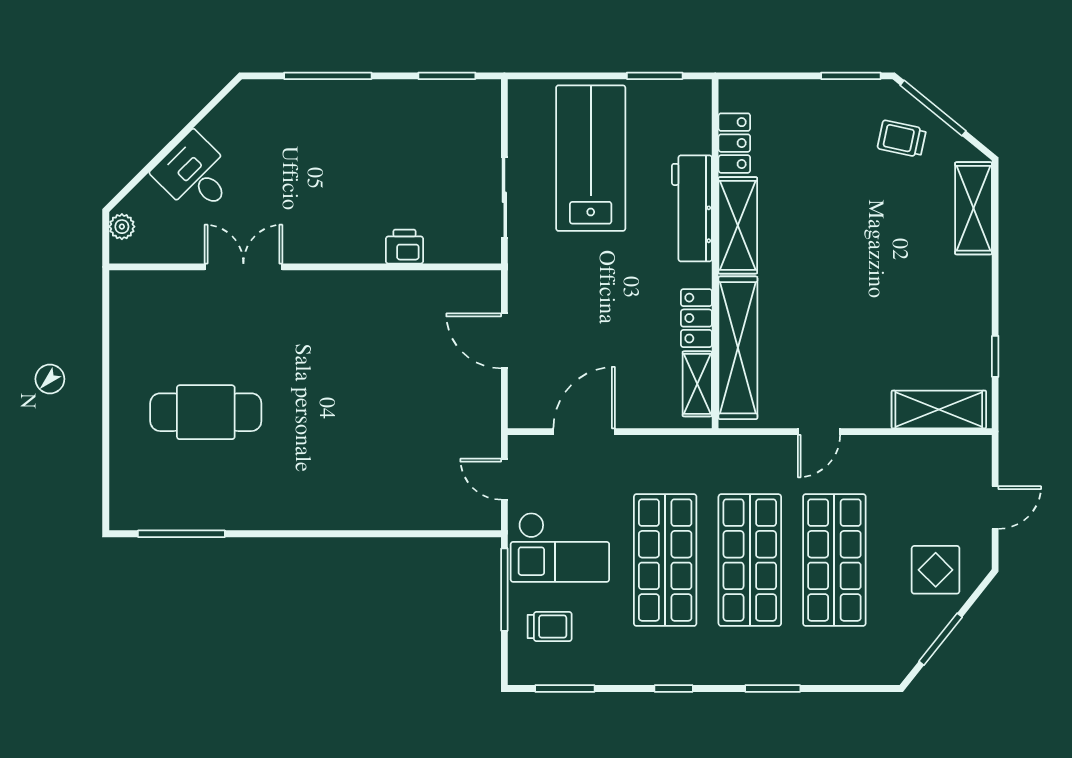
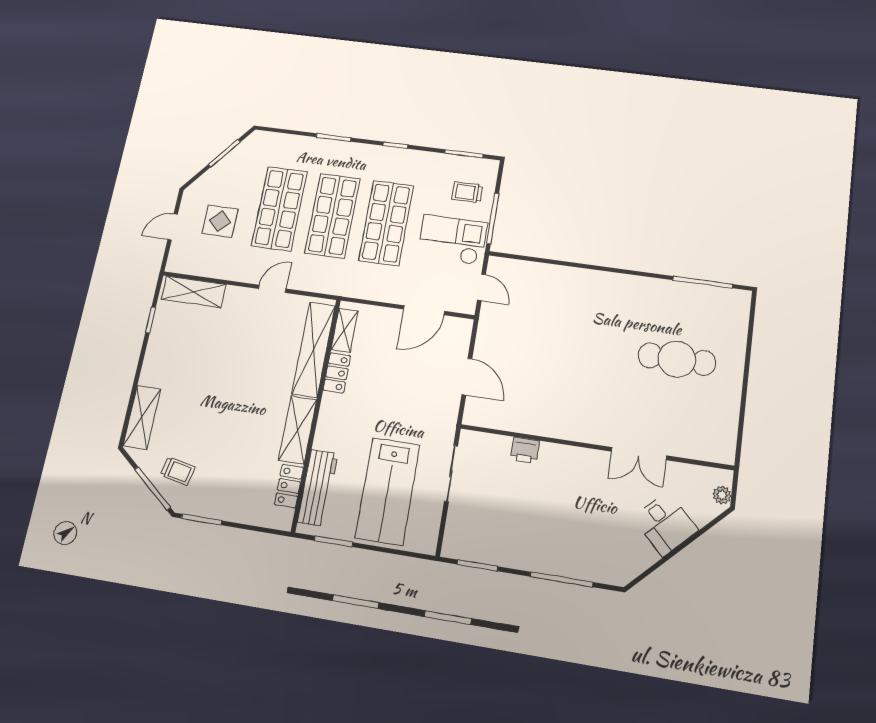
workbench: (692, 208) -> (318, 488), moved
display table: (936, 570) -> (220, 221), moved

